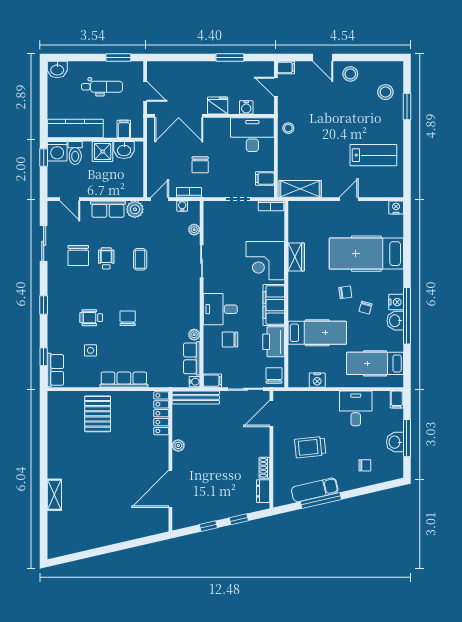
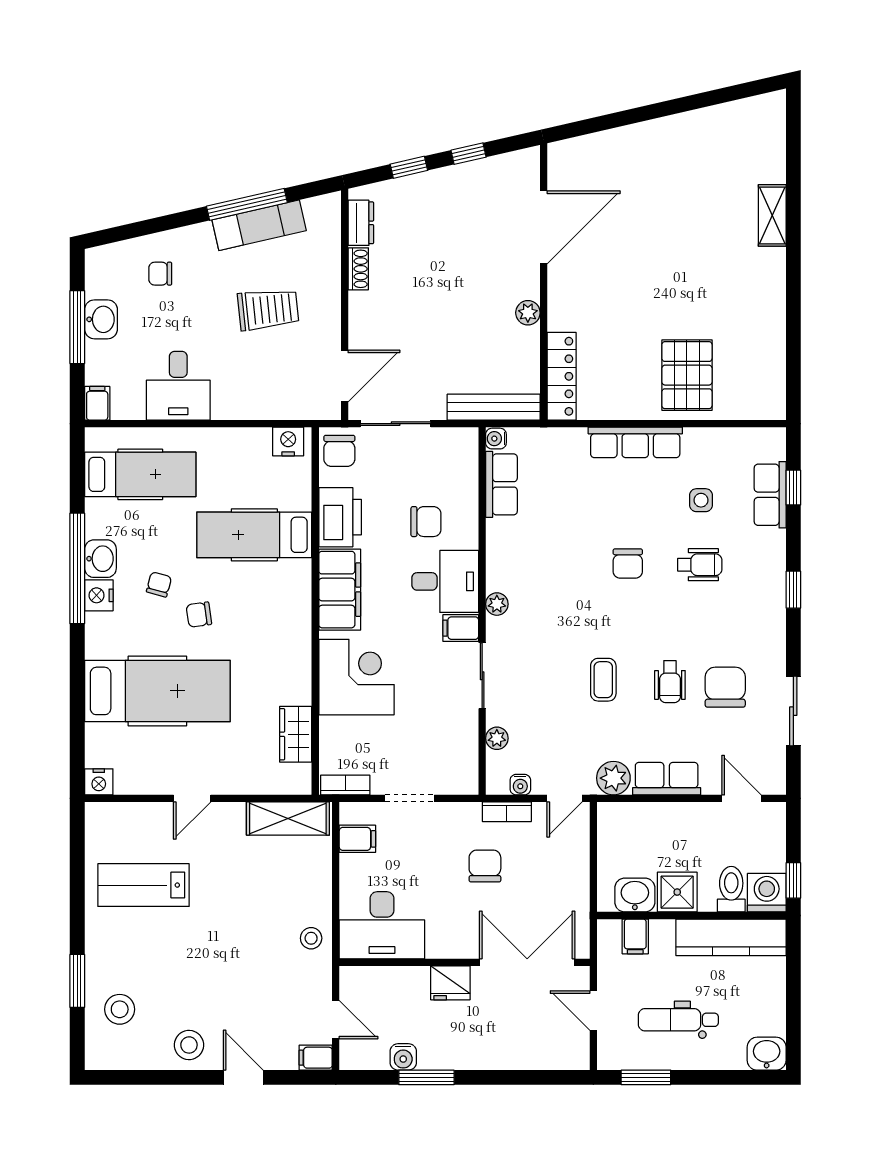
water cooler: (246, 107) -> (403, 1057), moved, turned 180
wardrobe: (296, 257) -> (296, 734), moved
plant: (194, 335) -> (497, 604), moved
row of seats: (55, 370) -> (770, 495), moved
nightstand: (317, 380) -> (288, 441), moved
filing cabinet: (212, 381) -> (461, 628), moved

